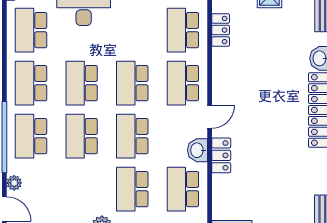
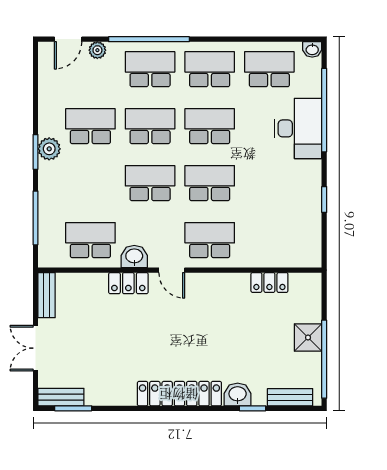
school desk: (183, 30) -> (269, 240), removed
school desk: (132, 189) -> (90, 126), moved

